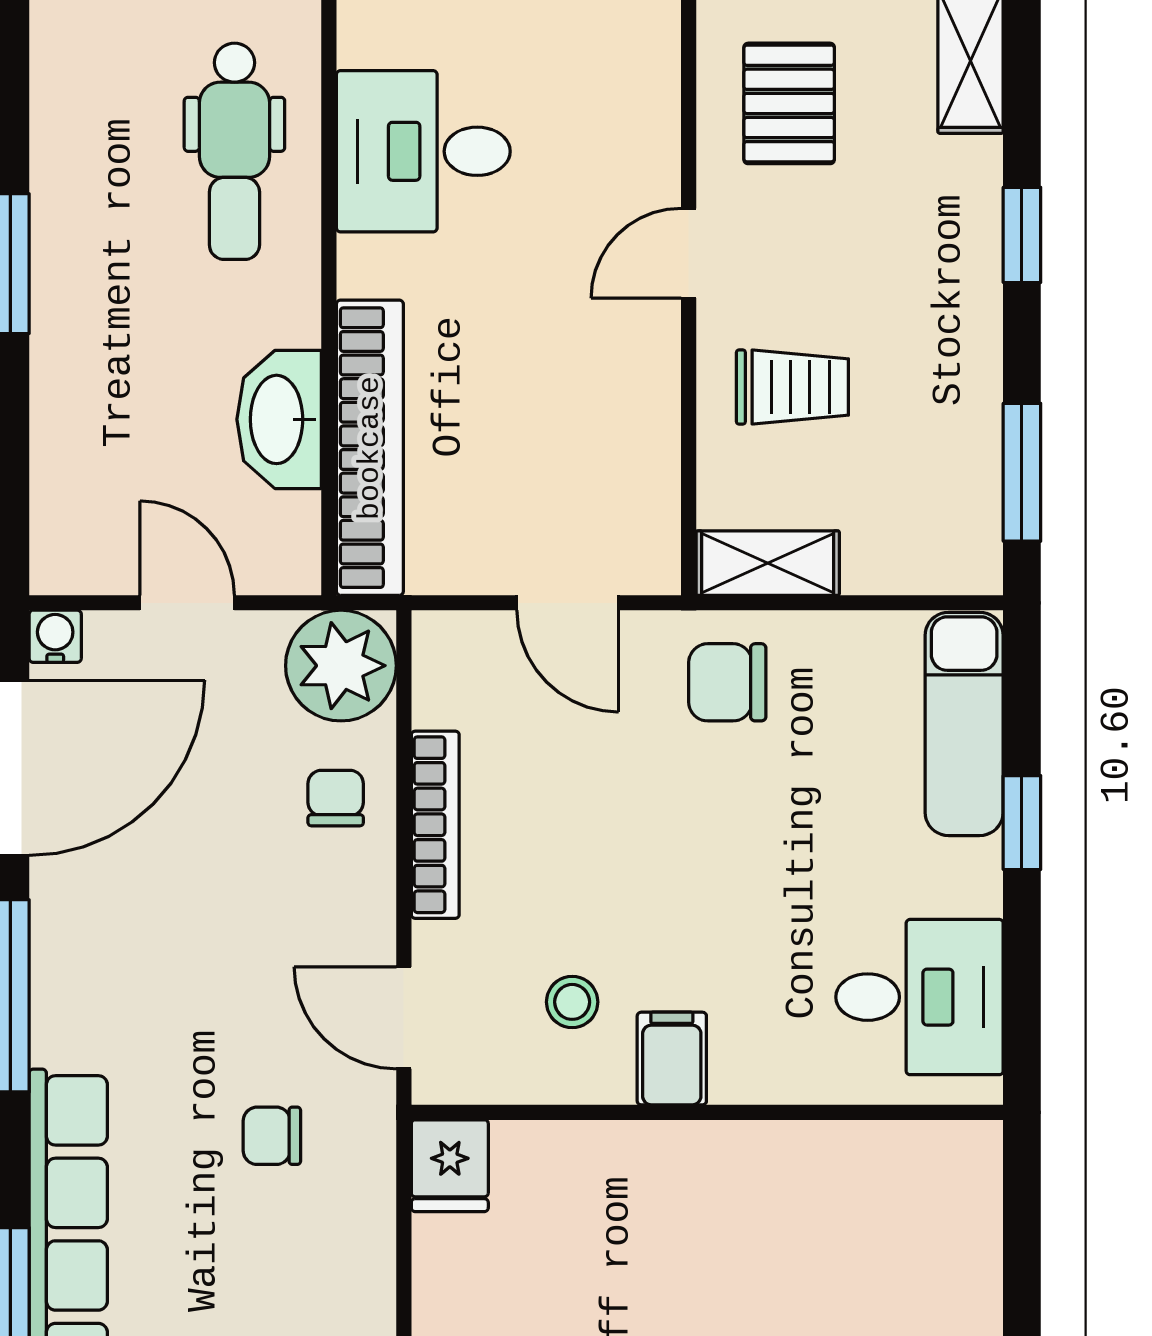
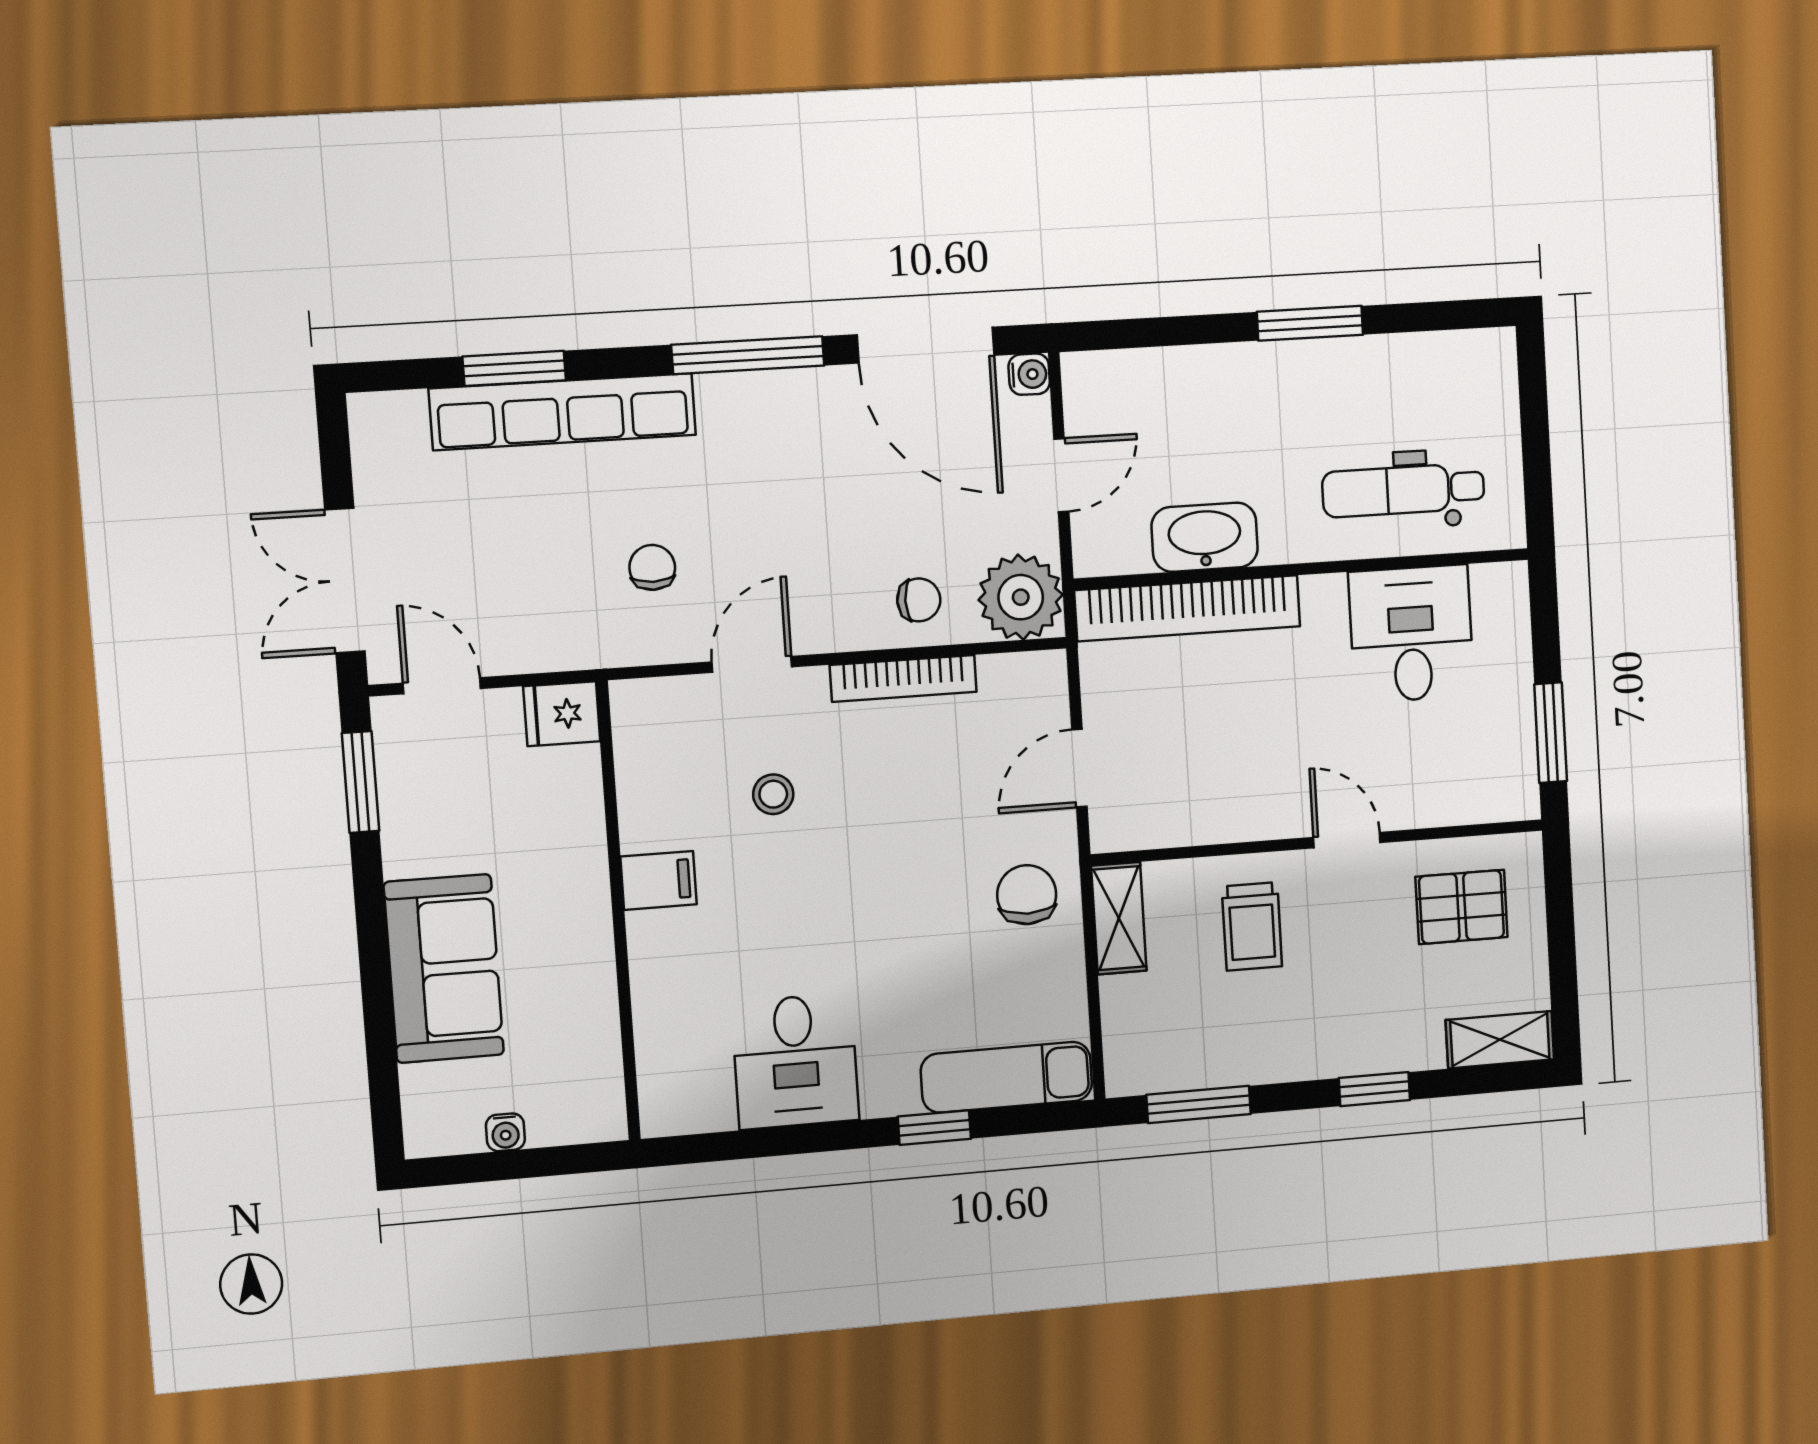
filing cabinet: (672, 1059) -> (659, 880), moved
wall: (707, 1112) -> (618, 911), moved
fridge: (450, 1166) -> (562, 714), moved

